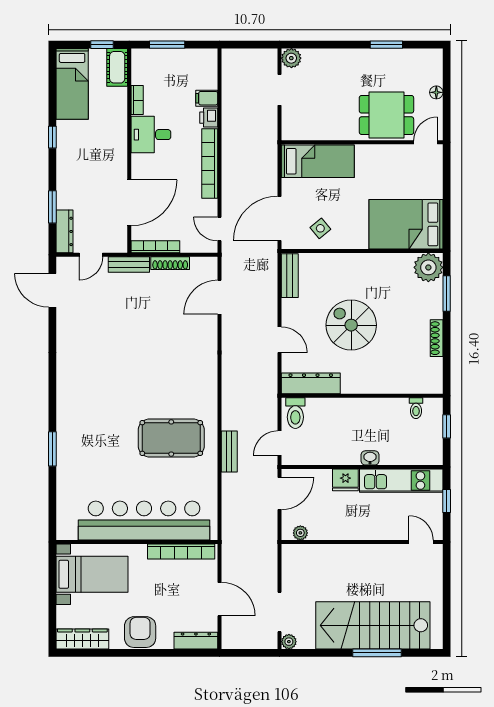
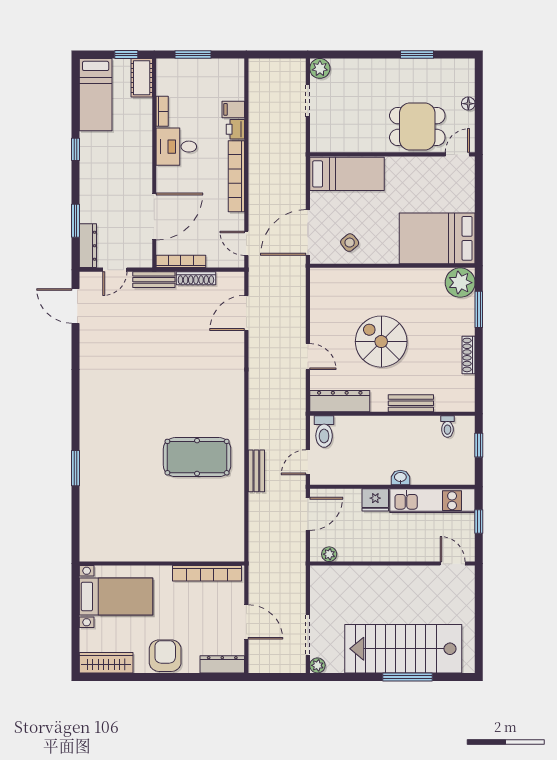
bench: (290, 276) -> (411, 403), moved, turned 90
bar counter: (144, 521) -> (169, 542), removed

